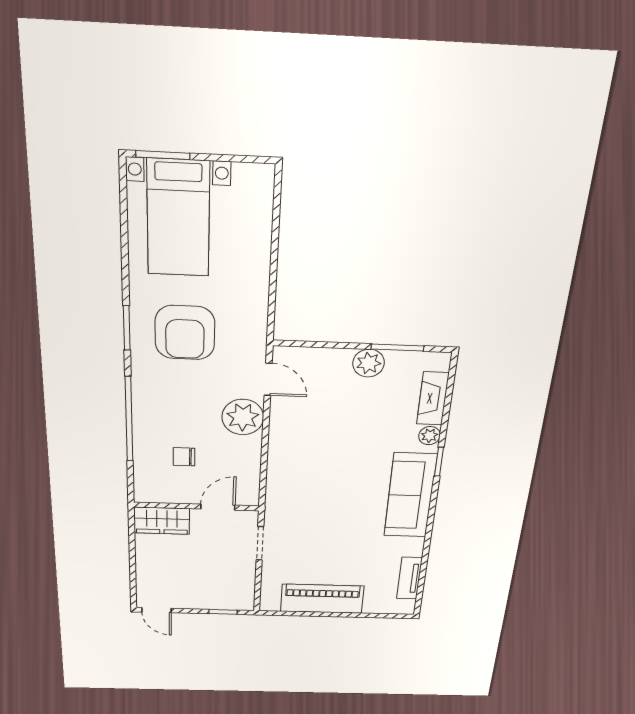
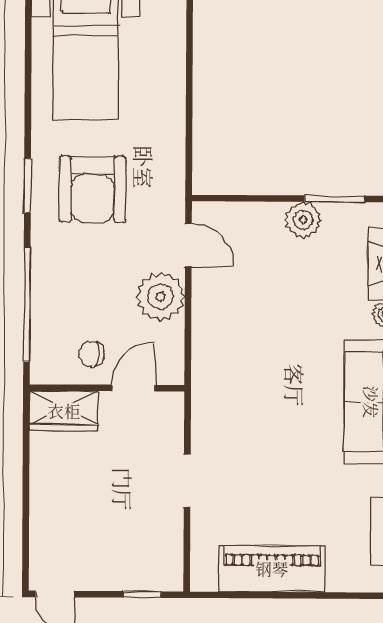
wall: (197, 506) -> (107, 388), moved
door: (218, 507) -> (133, 388), moved
wardrobe: (162, 521) -> (64, 411), moved

